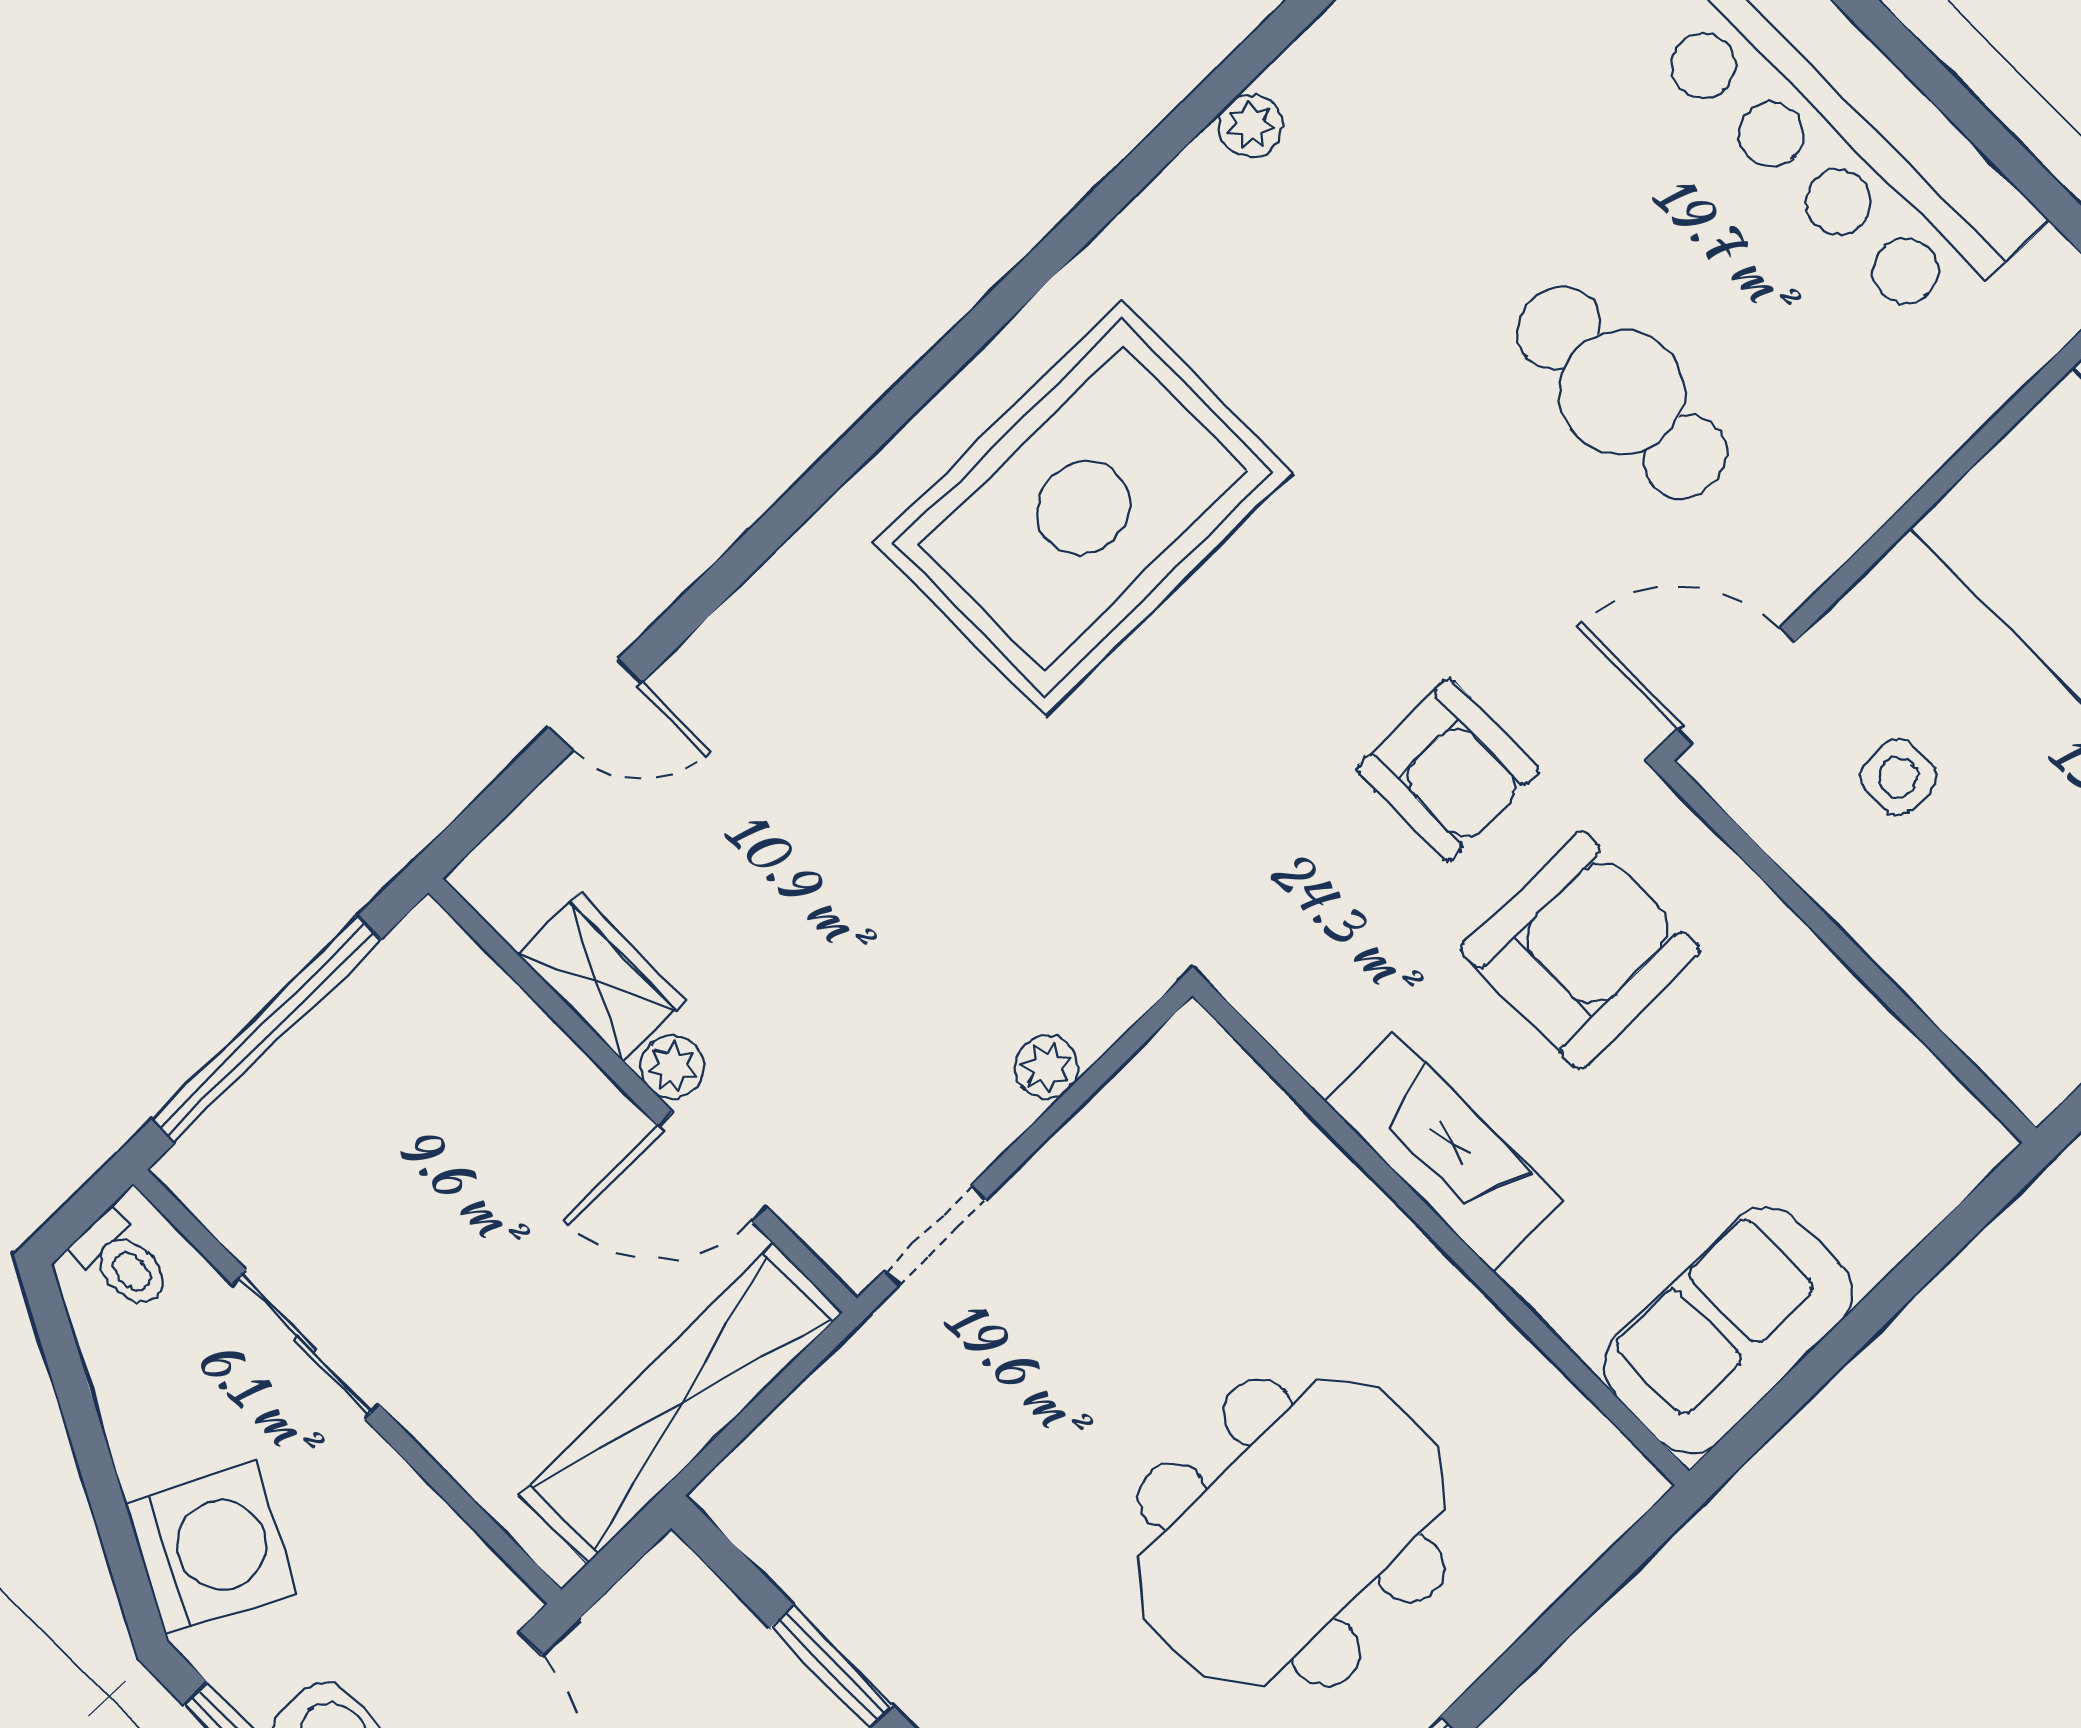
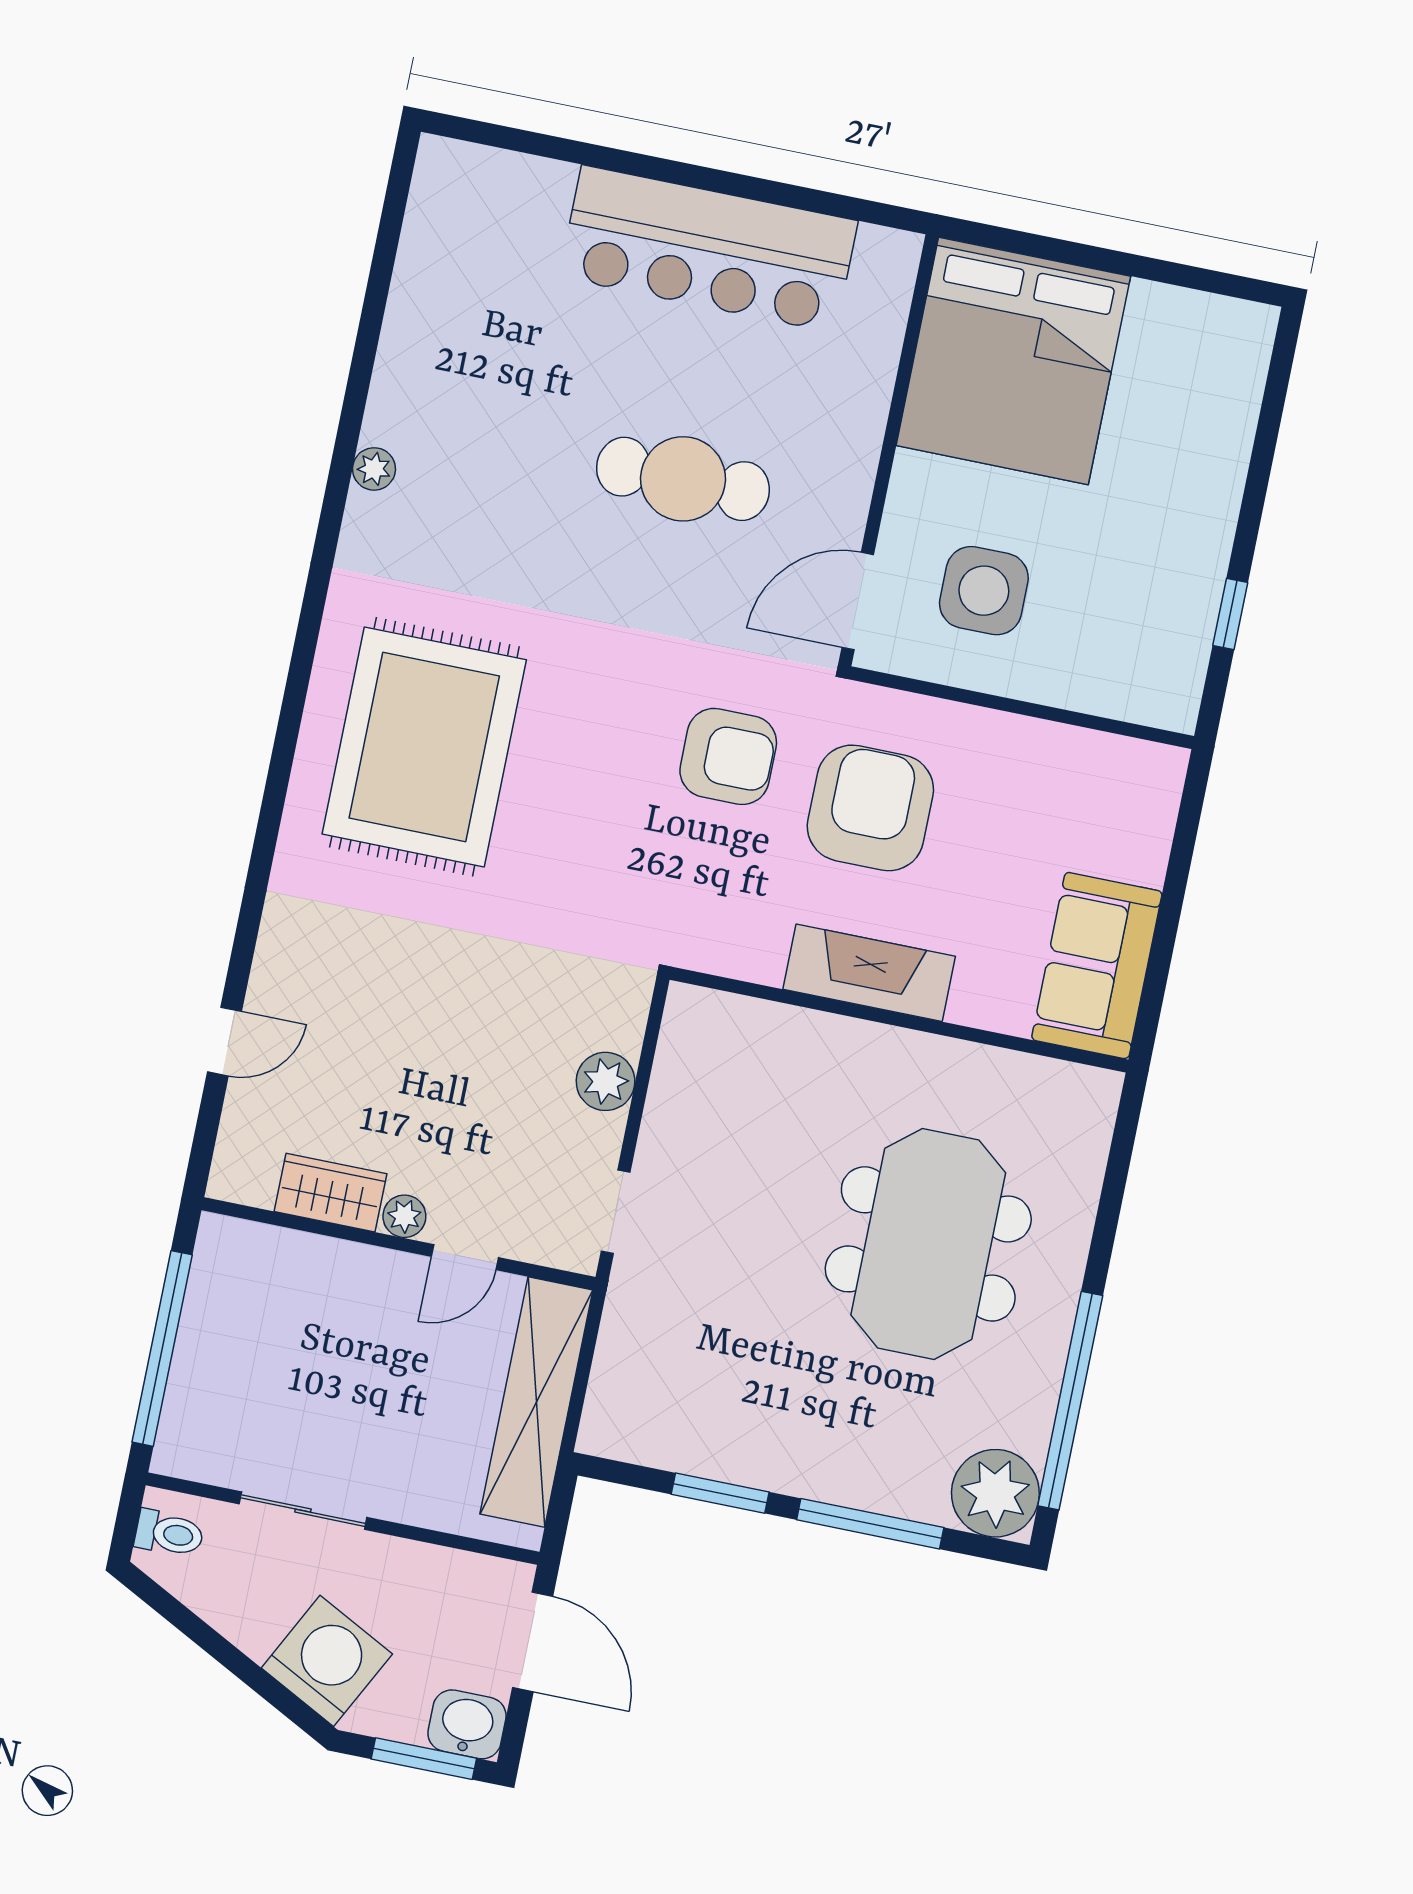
side table: (1898, 777) -> (984, 591), width x1.87, depth x1.87
plant: (1047, 1067) -> (606, 1081), width x1.38, depth x1.38
door: (713, 1167) -> (465, 1257), width x0.73

